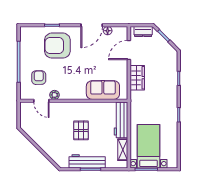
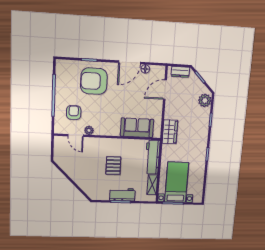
plant: (171, 59) -> (205, 100), added
wardrobe: (137, 78) -> (170, 132), moved
workbench: (87, 161) -> (122, 195), width x0.73

